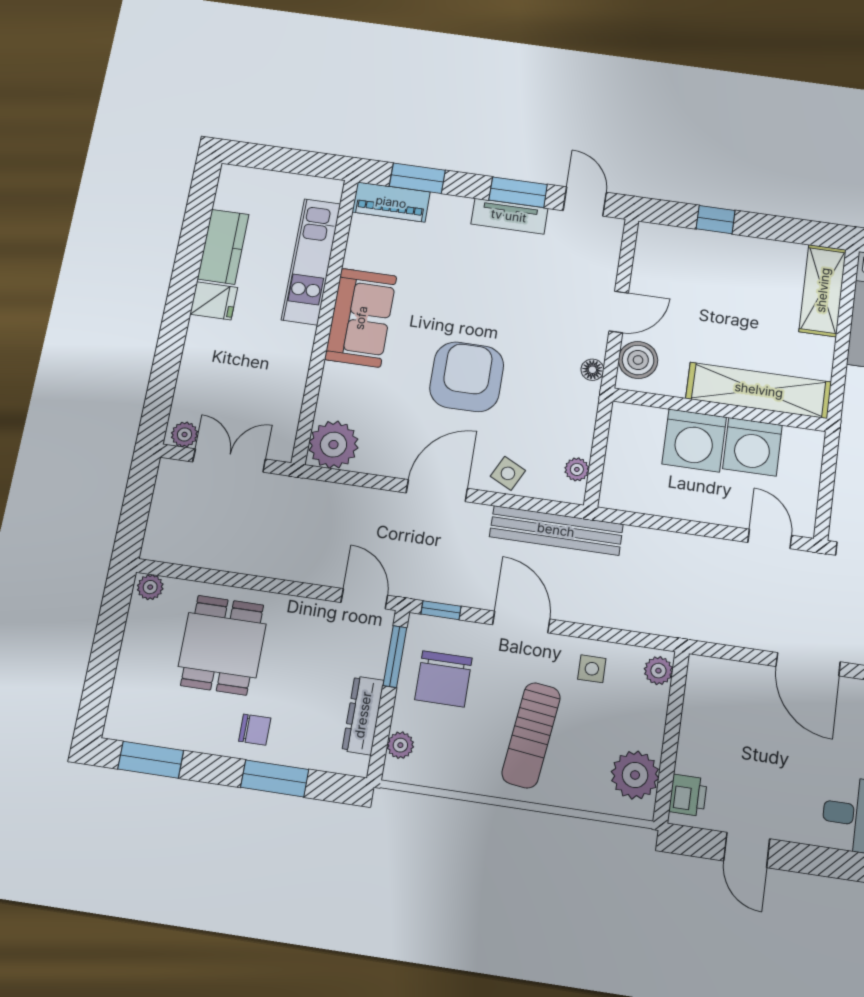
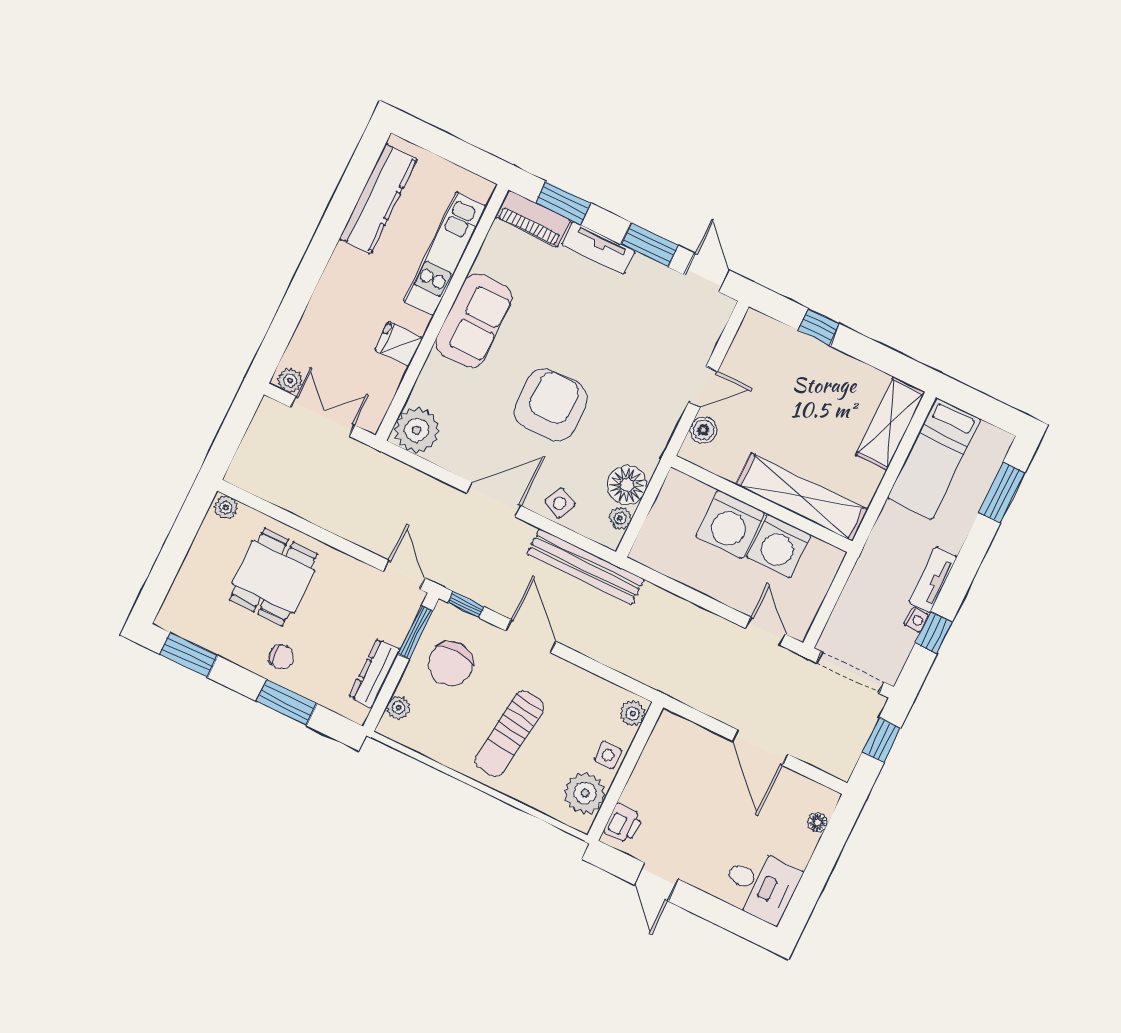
tv unit: (509, 216) -> (598, 248), moved
kitchen counter: (223, 247) -> (378, 199), width x1.50
fridge: (214, 301) -> (399, 344), moved, turned 180
boiler: (638, 360) -> (703, 430), width x0.73, depth x0.73
floor lamp: (592, 370) -> (627, 485), moved, width x1.89, depth x1.89
side table: (592, 669) -> (608, 755), moved

